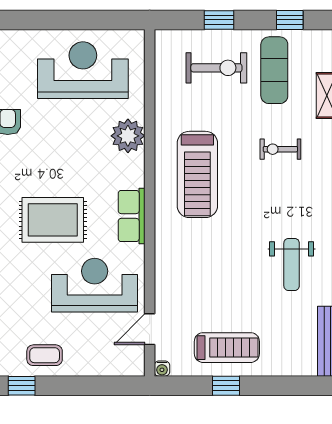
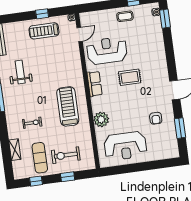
rug: (53, 220) -> (130, 77), width x0.73, depth x0.70
reception desk: (95, 285) -> (107, 51), turned 180

